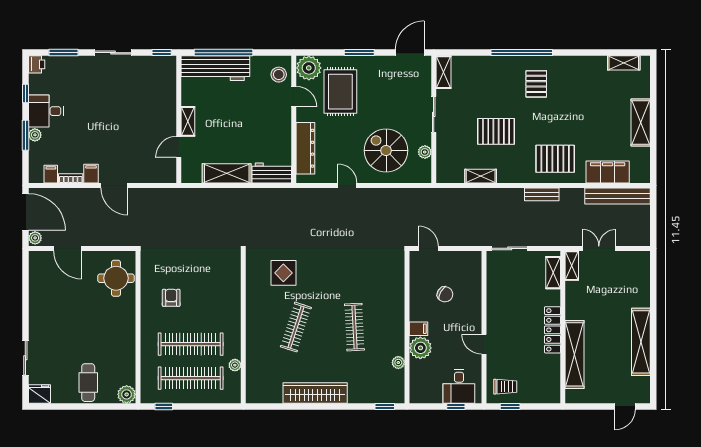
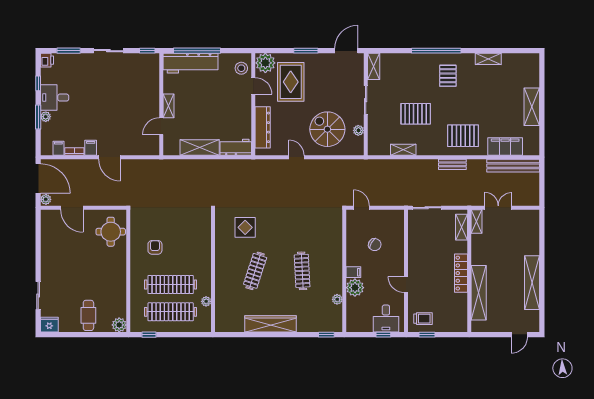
shelving: (624, 63) -> (488, 59), moved

